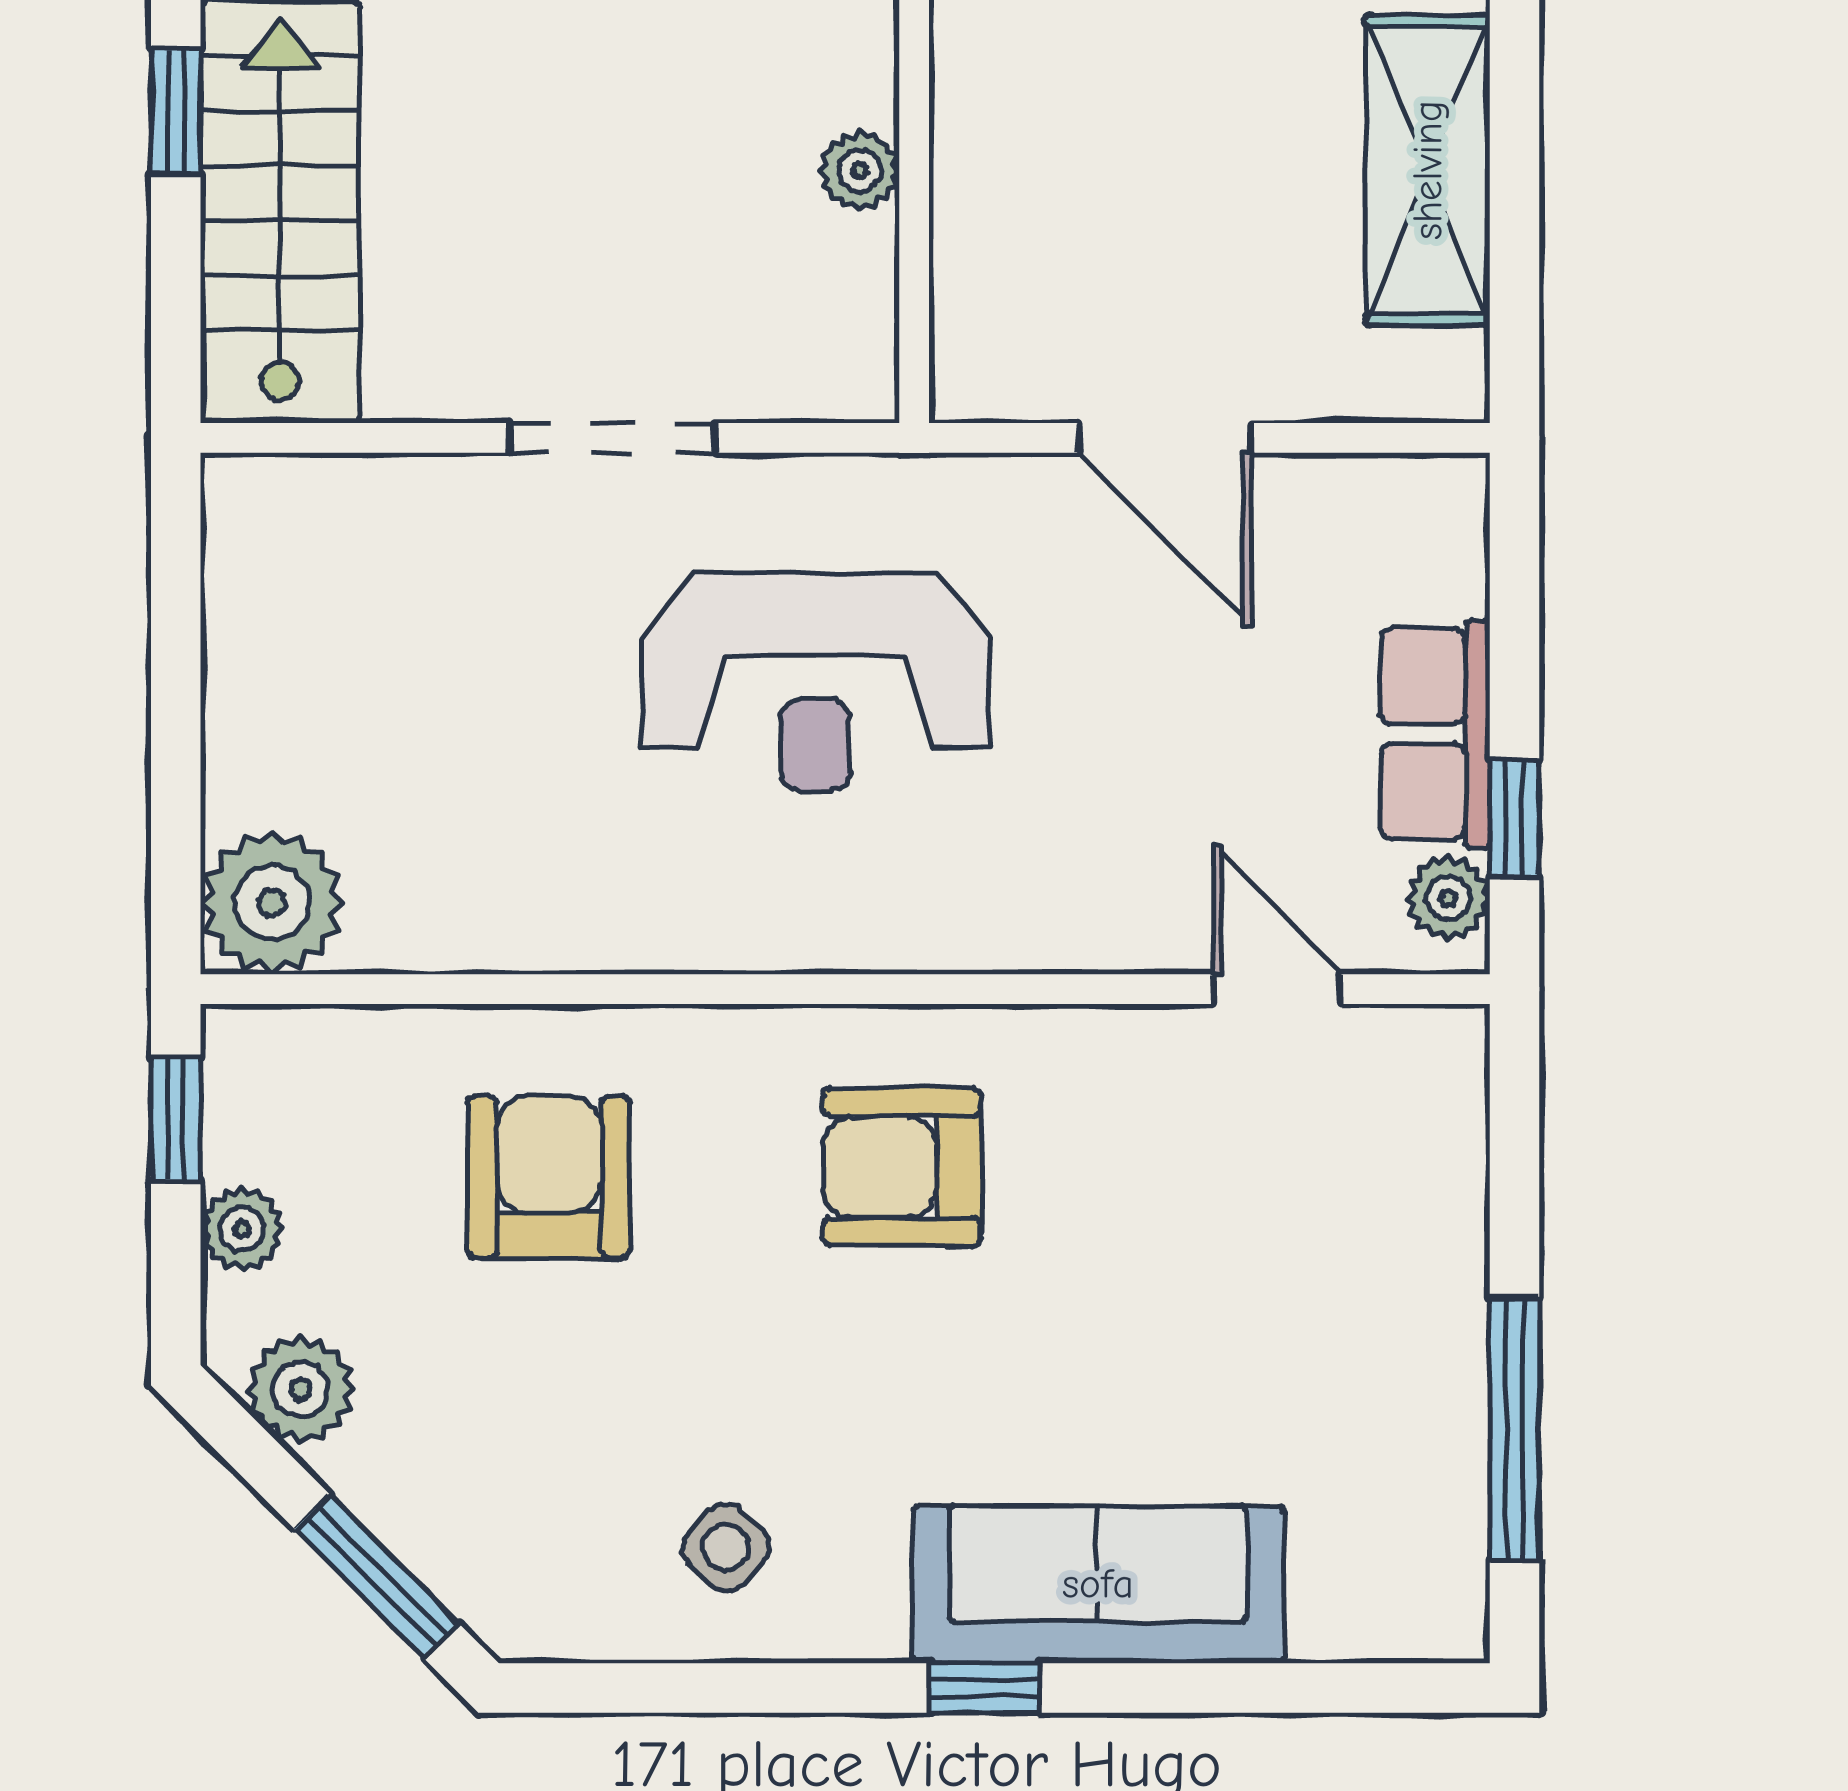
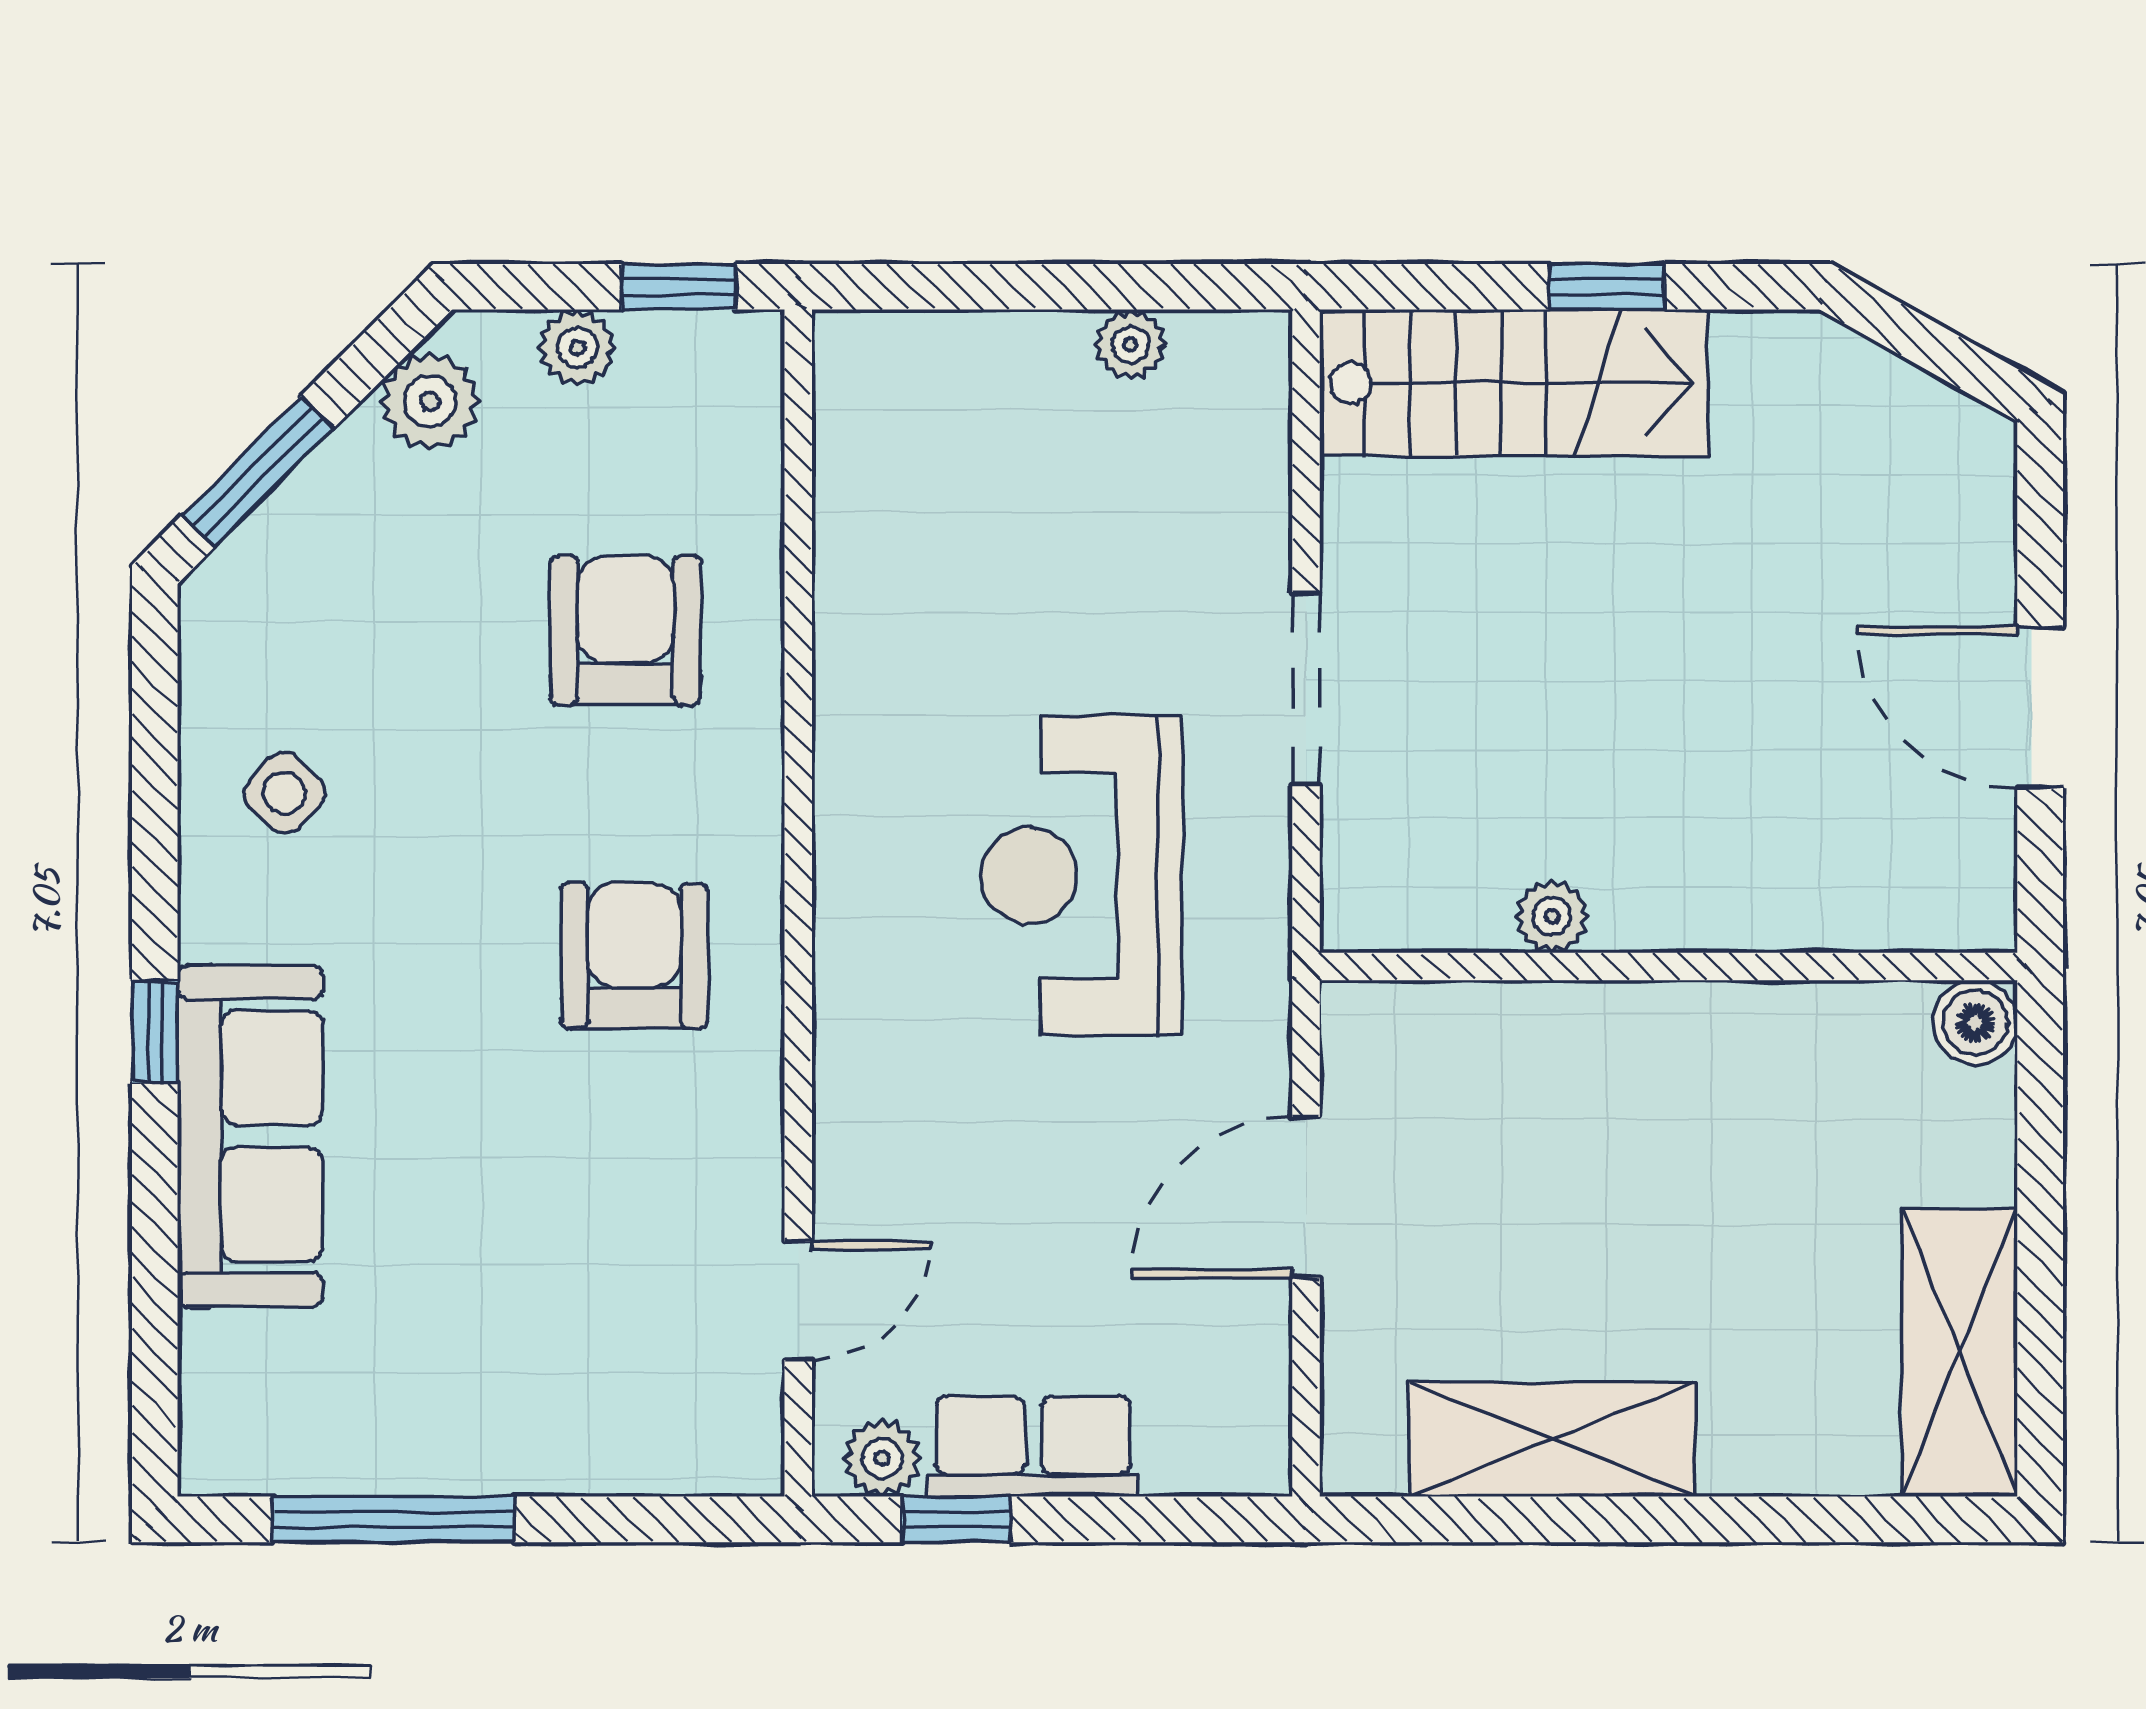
plant: (272, 903) -> (1130, 344), moved, width x0.53, depth x0.53
armchair: (549, 1177) -> (625, 630), turned -90

